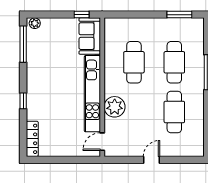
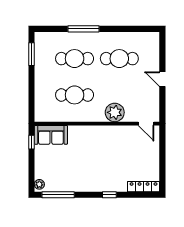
kitchen unit: (92, 94) -> (103, 132), removed

